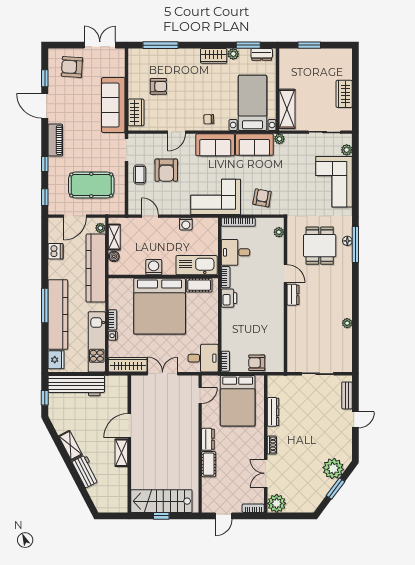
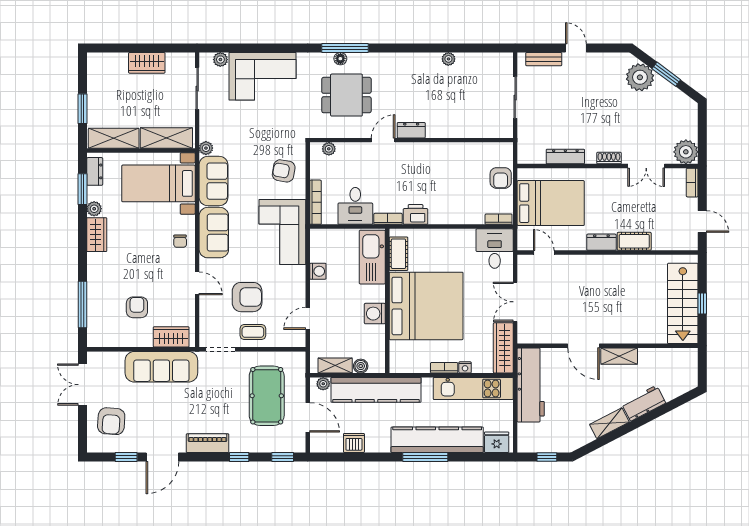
shelving: (287, 69) -> (114, 138), added
workbench: (76, 386) -> (531, 385), moved

